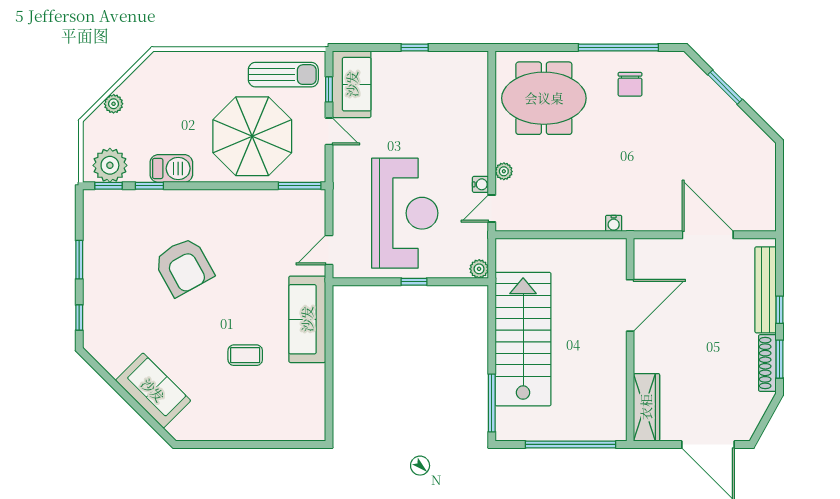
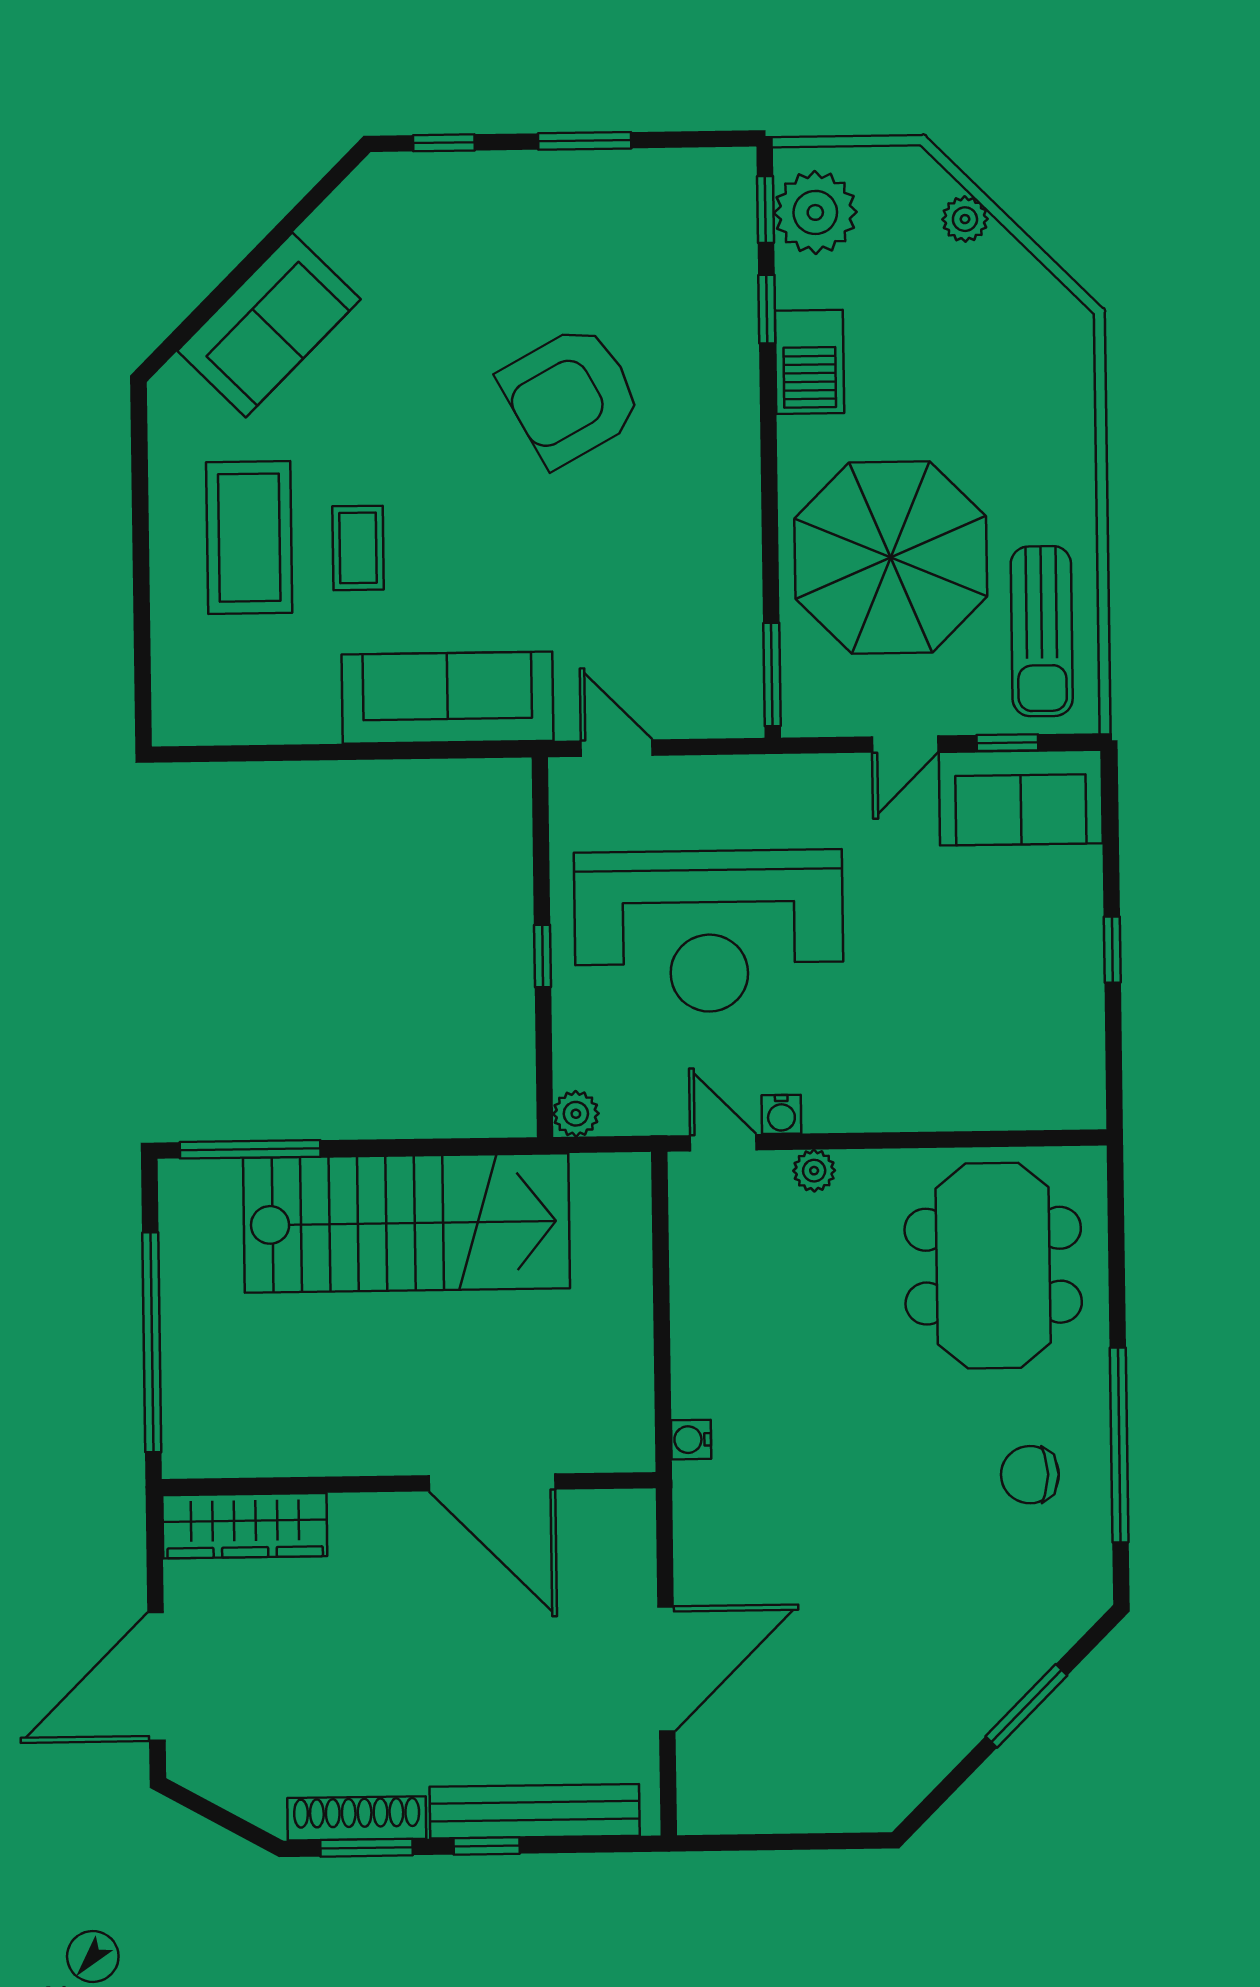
coffee table: (240, 400) -> (249, 538), added

